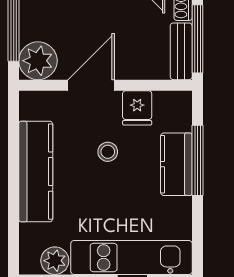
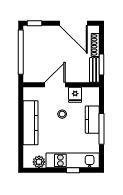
window: (197, 39) -> (102, 65), width x0.69
plant: (38, 61) -> (32, 74), removed
window: (197, 160) -> (102, 129), moved

